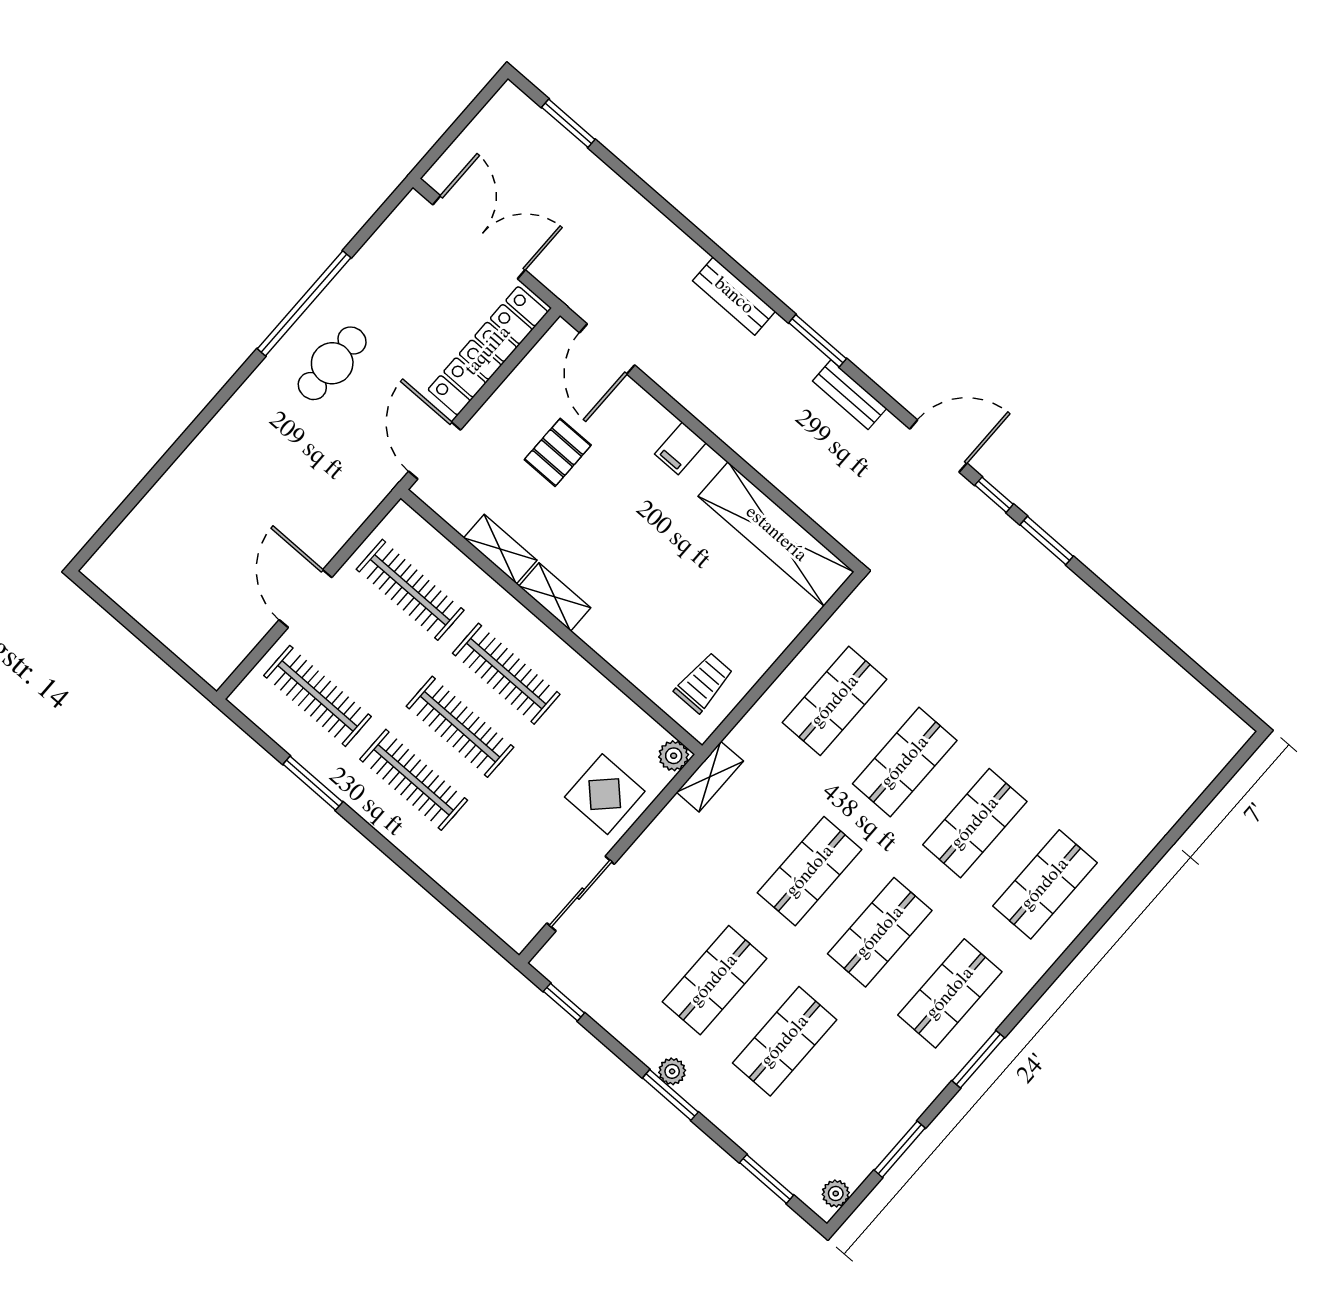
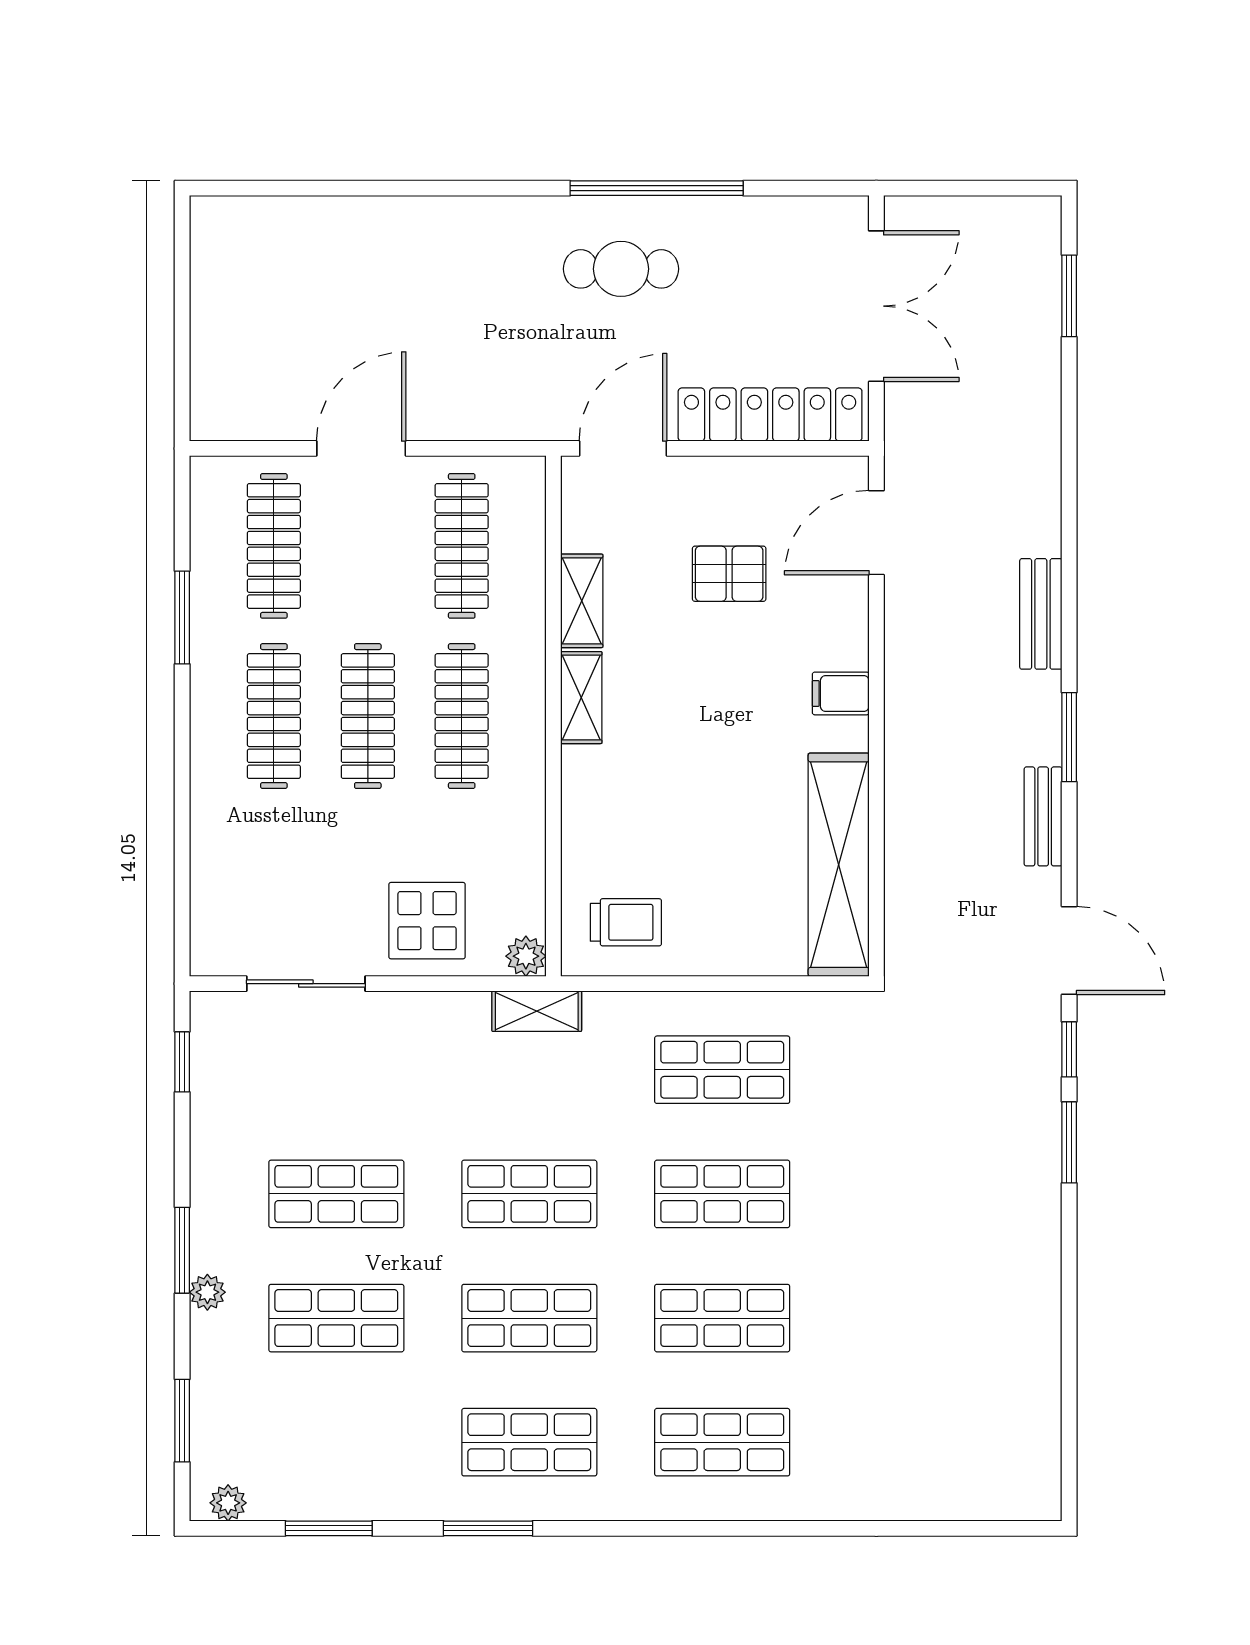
plant: (672, 1071) -> (207, 1292), moved

